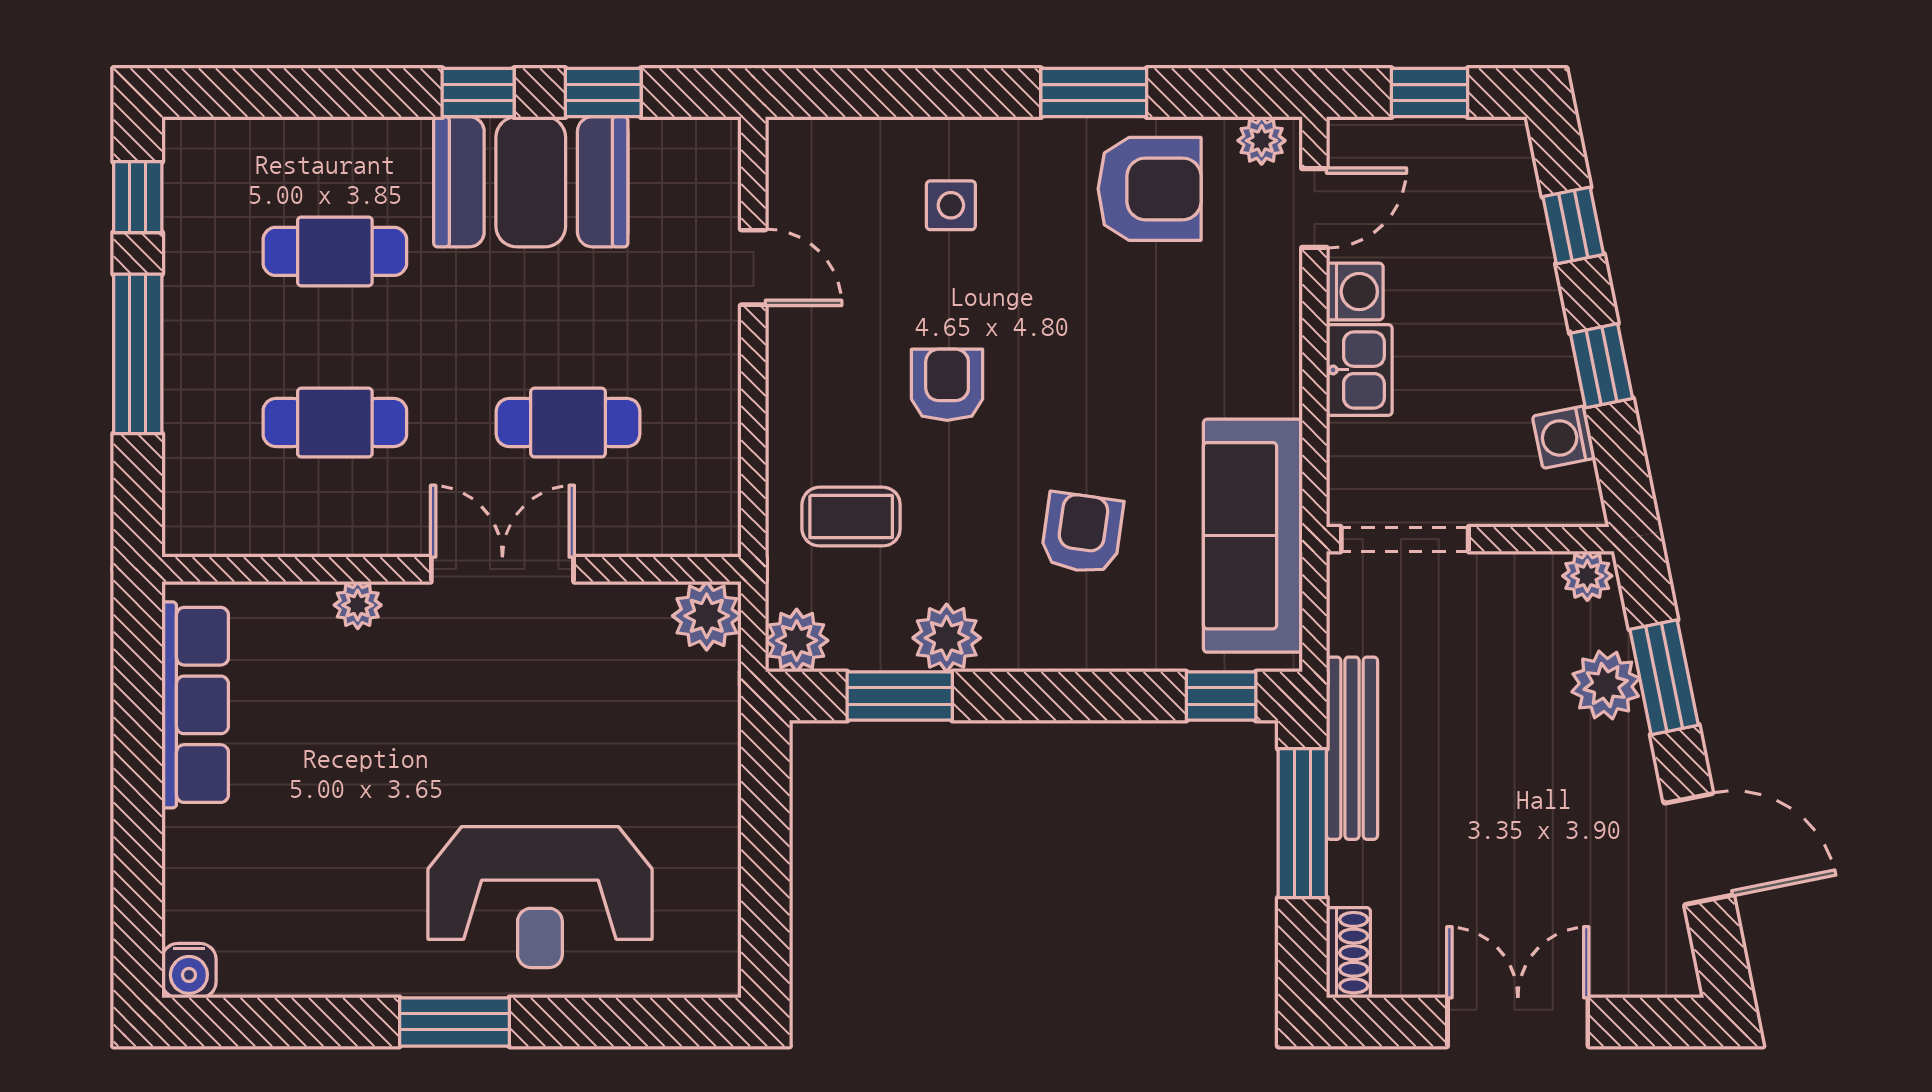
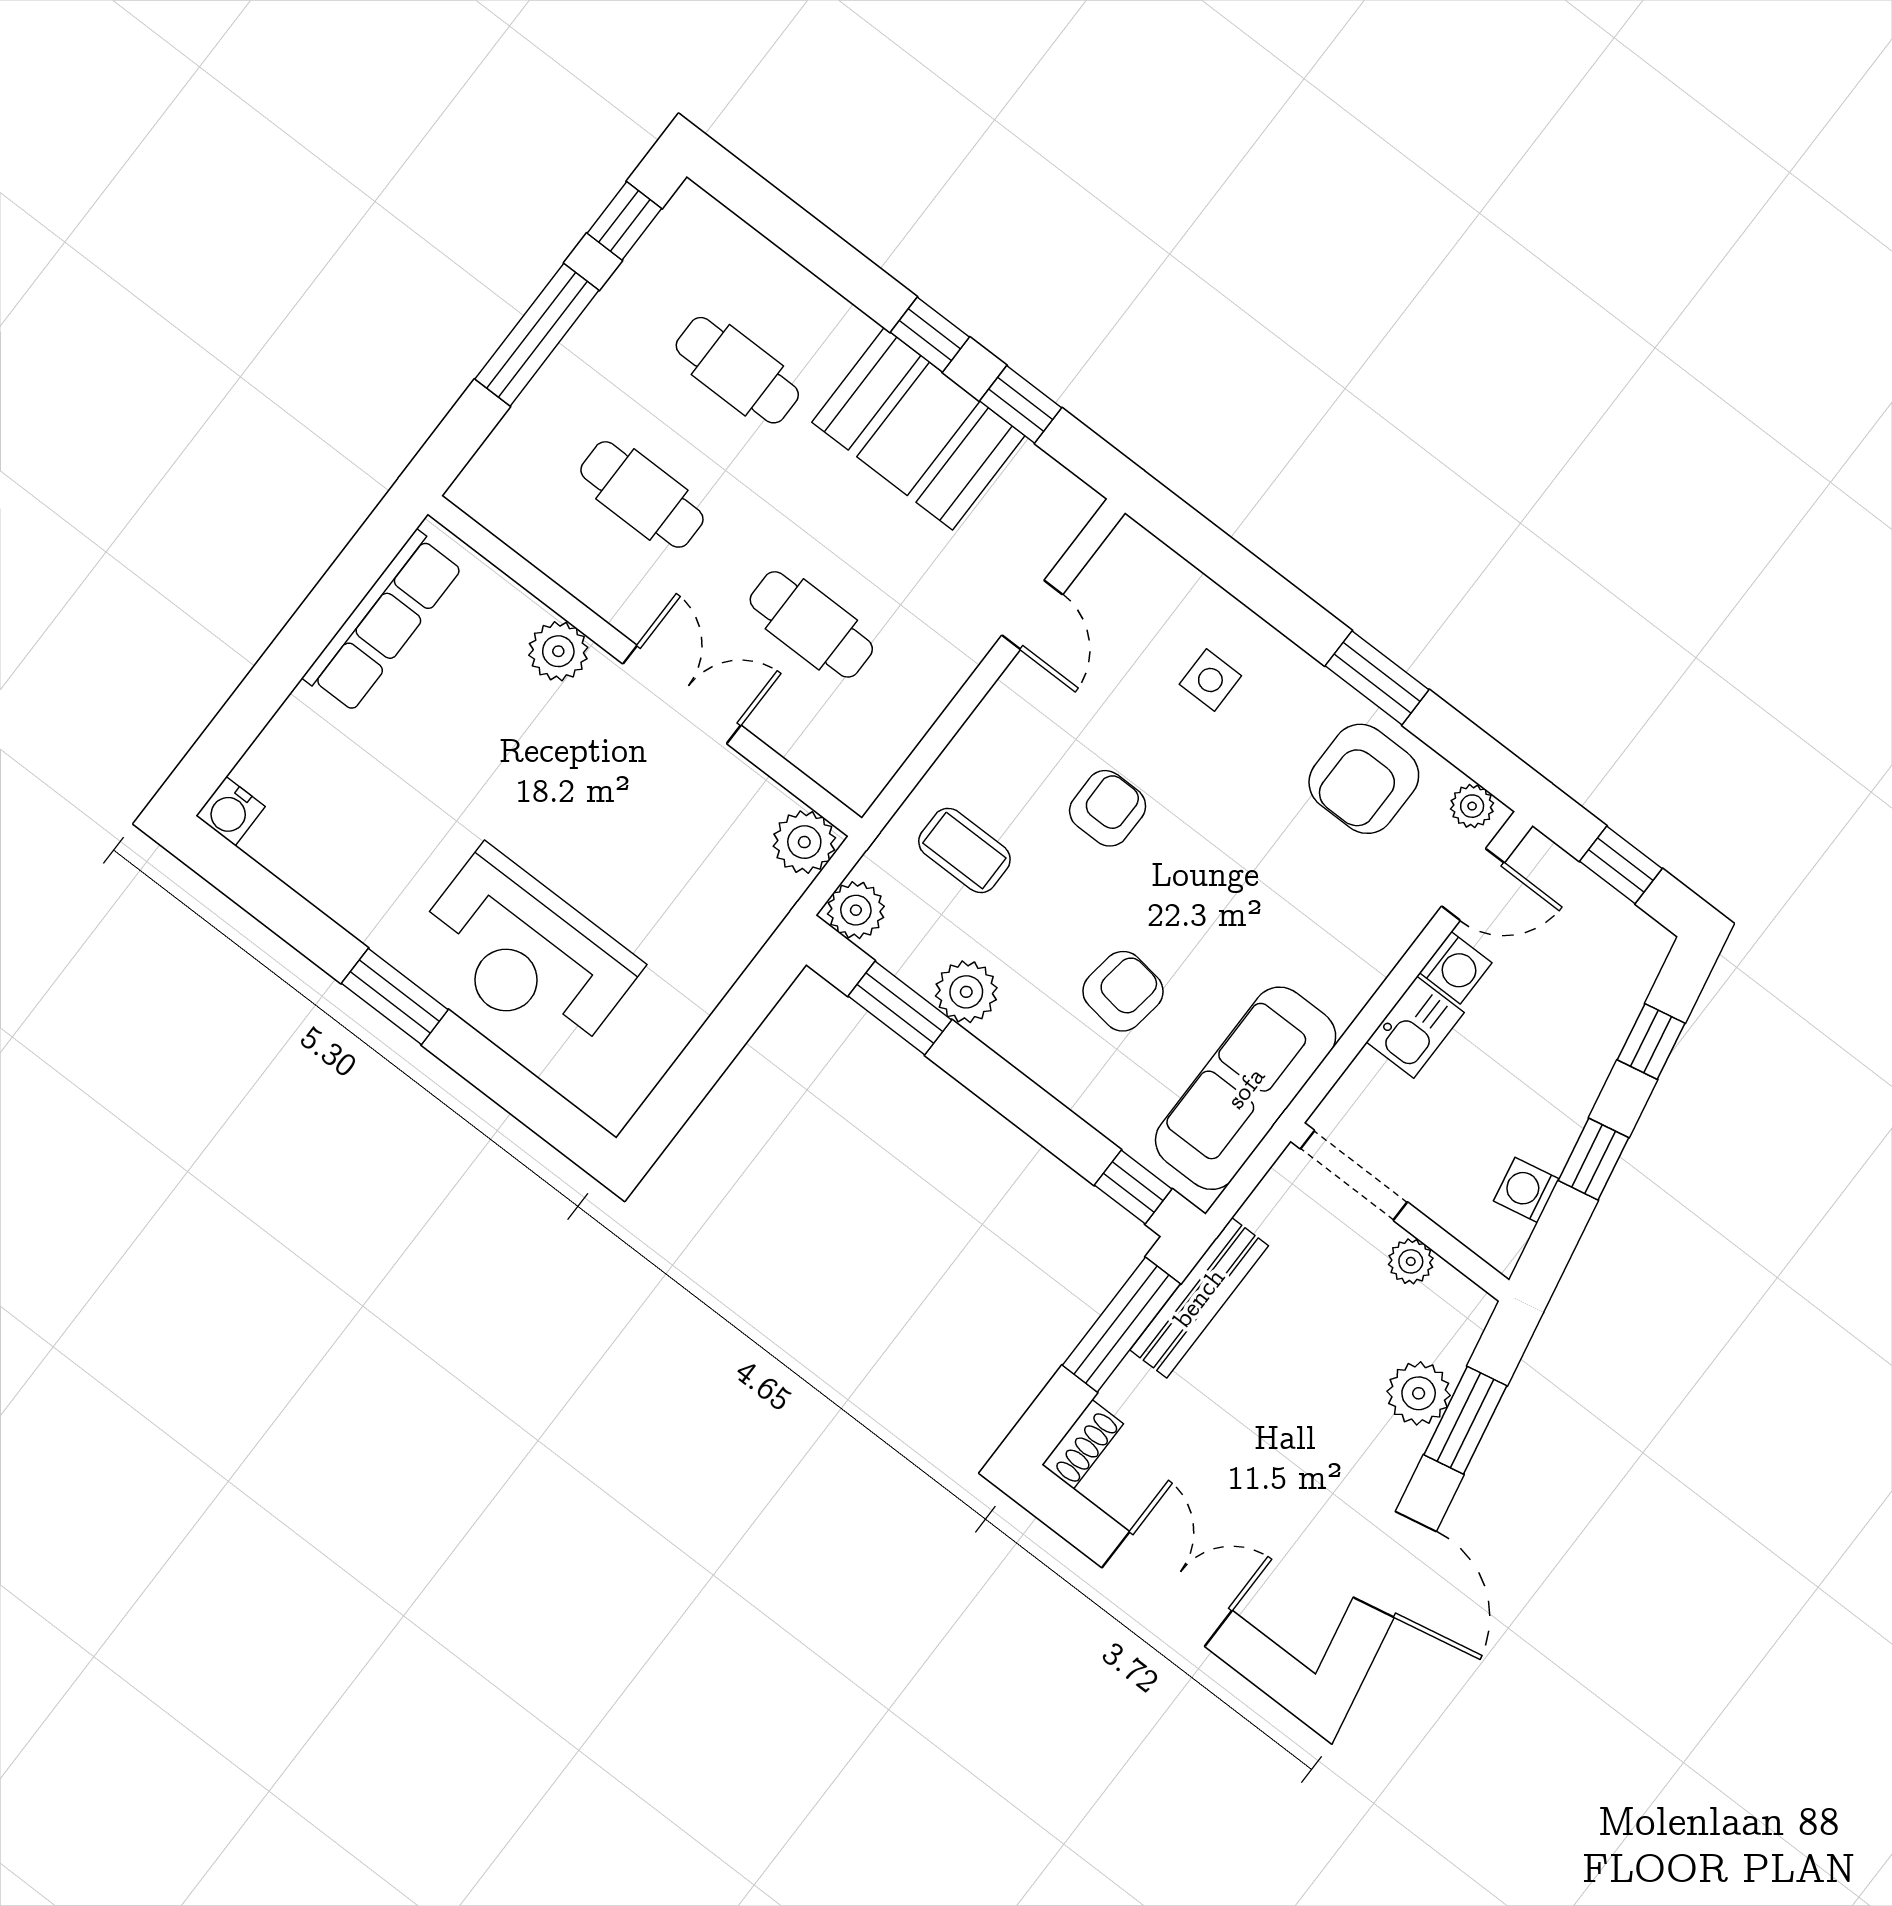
armchair: (1150, 189) -> (1364, 779), turned 90
plant: (1587, 576) -> (1411, 1261), moved
plant: (358, 605) -> (558, 651), width x1.38, depth x1.38

